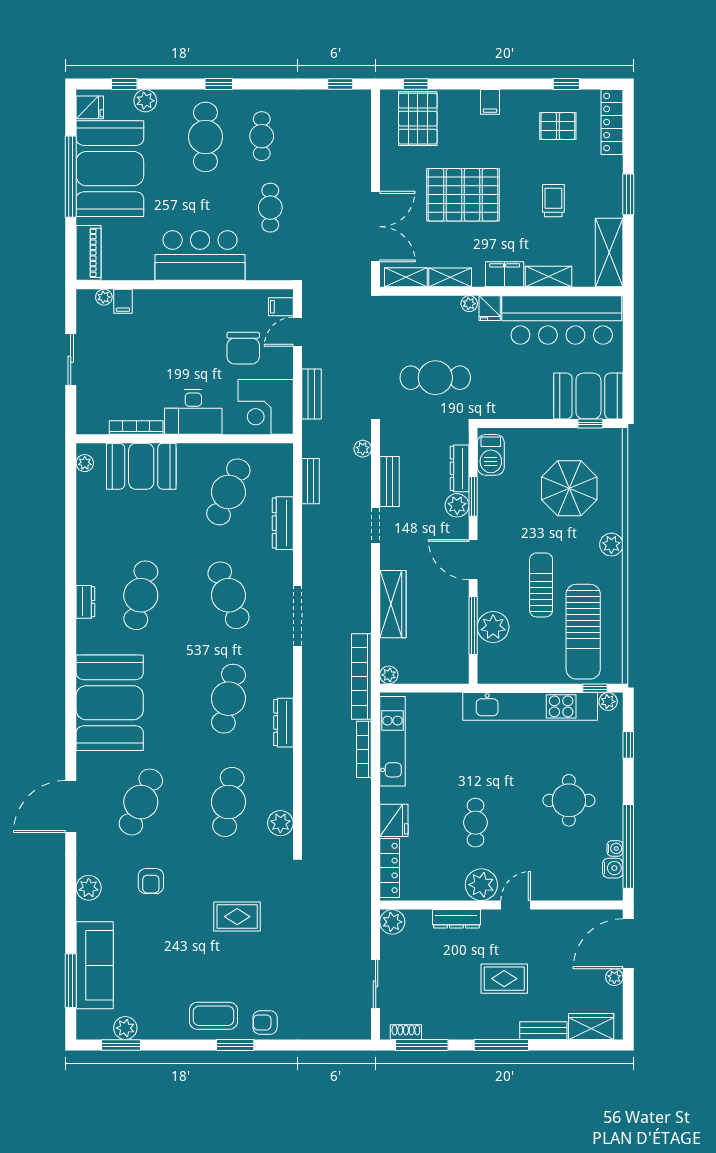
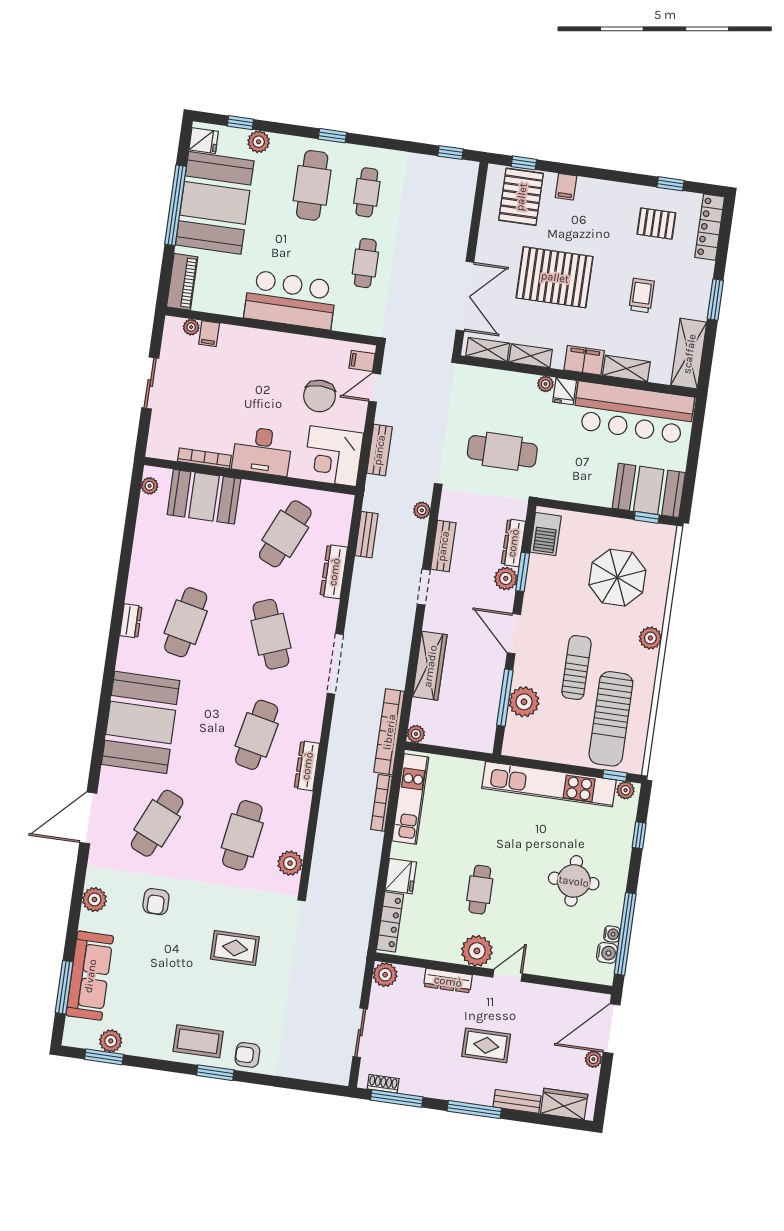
filing cabinet: (490, 102) -> (566, 187), moved

